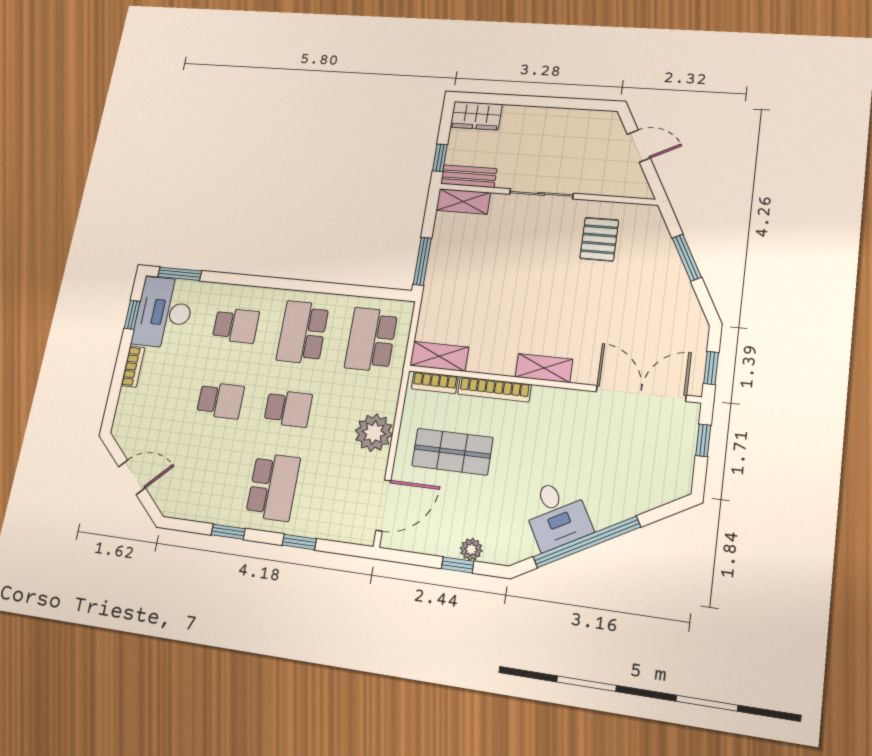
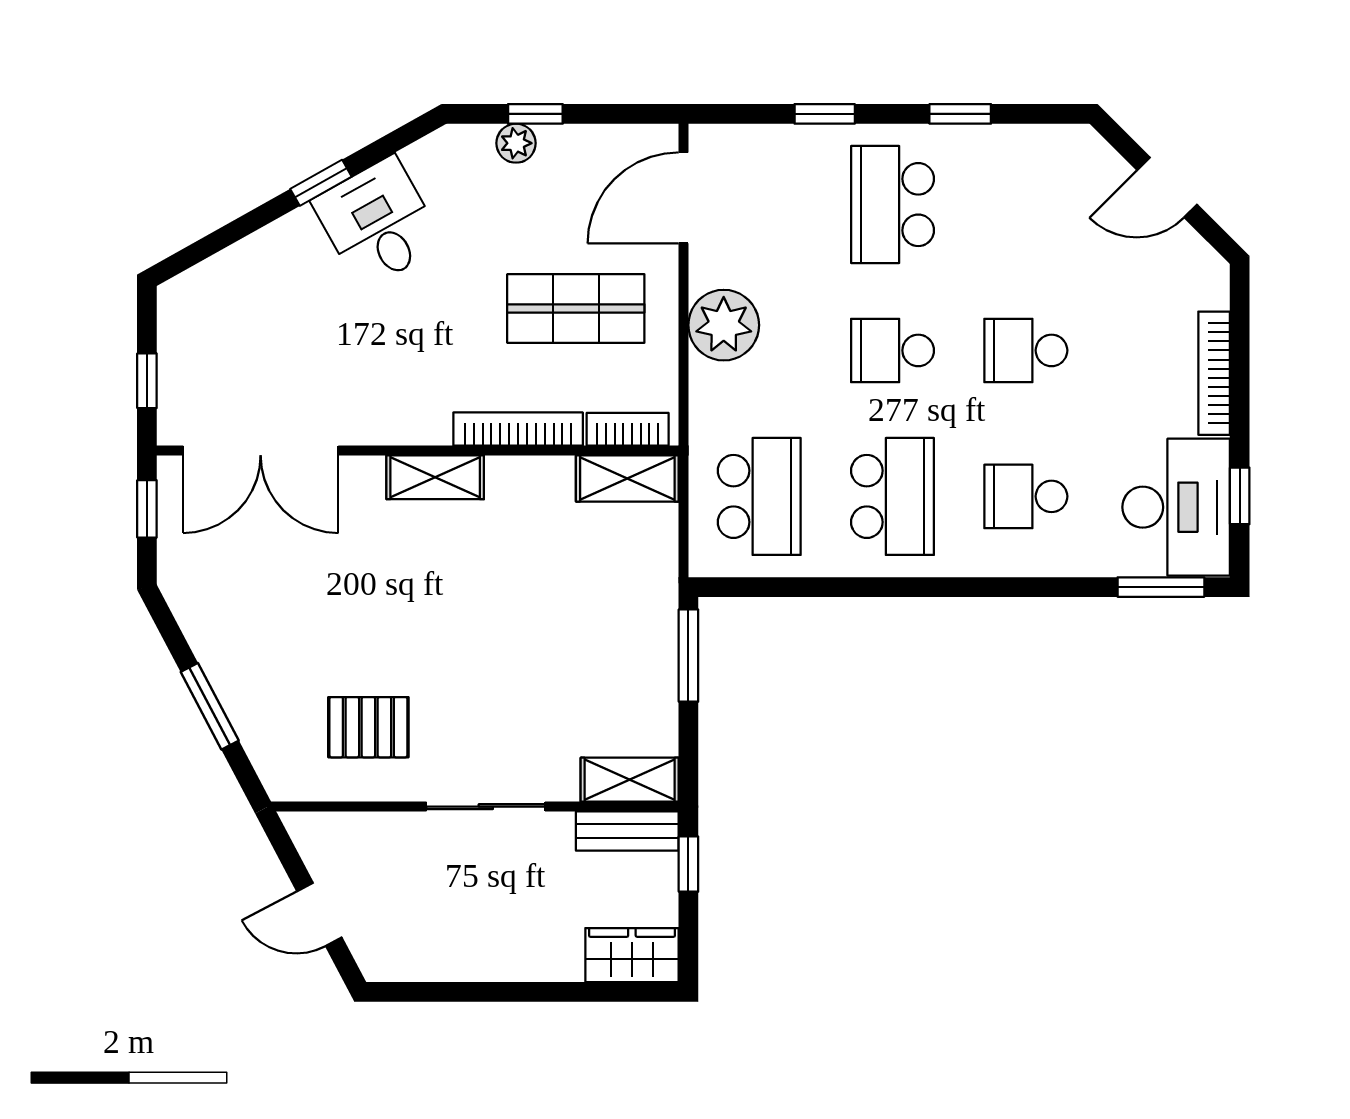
pallet: (599, 239) -> (368, 727), turned 90
bookcase: (133, 367) -> (1214, 373), width x1.56
window: (587, 542) -> (321, 183), width x0.32

